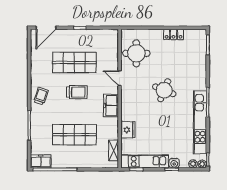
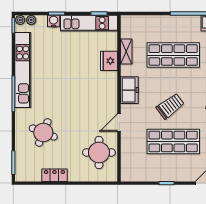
door: (120, 78) -> (119, 123), swing flipped
round table: (164, 90) -> (43, 132), moved
trolley: (77, 92) -> (170, 106), turned 143
shelving: (114, 150) -> (126, 52), moved

